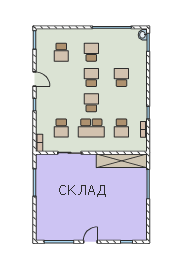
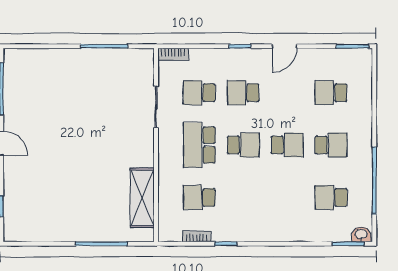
school desk: (121, 77) -> (331, 197), moved, turned 180
school desk: (61, 103) -> (243, 93), added
shelving: (122, 161) -> (142, 198), width x0.68

